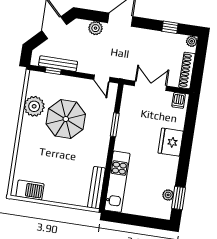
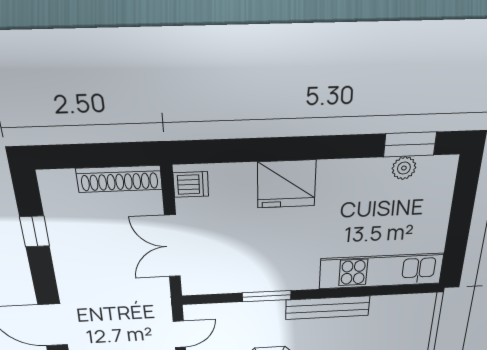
plant: (192, 41) -> (50, 181), removed
bench: (96, 188) -> (328, 308), moved

